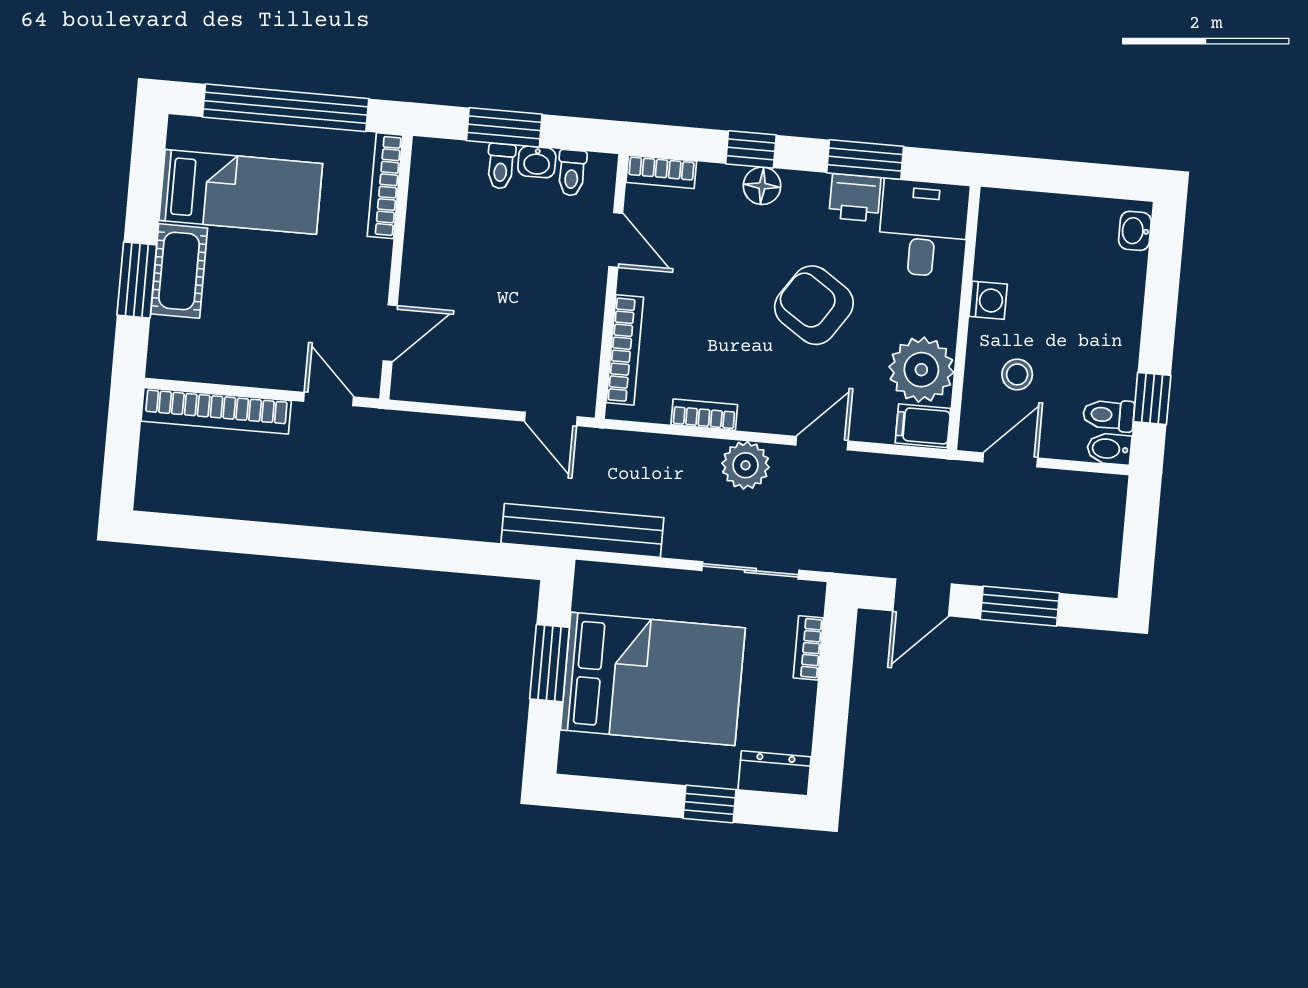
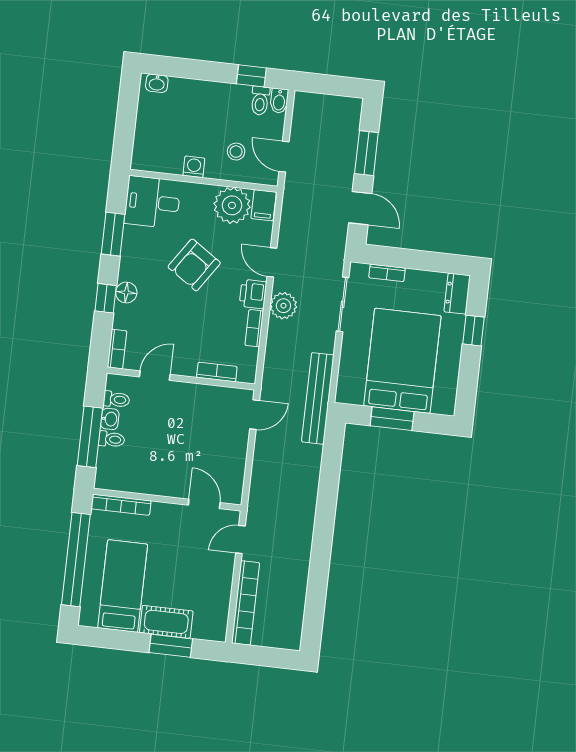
window: (504, 127) -> (90, 437), width x1.44
printer: (855, 198) -> (253, 294), moved, turned 180
bookcase: (625, 350) -> (217, 372), width x0.64

